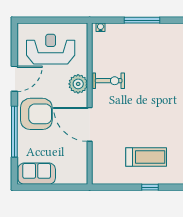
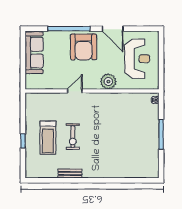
exercise bike: (109, 81) -> (73, 137), moved
door: (90, 124) -> (75, 91), width x0.53
sofa: (37, 174) -> (34, 53), width x1.36

